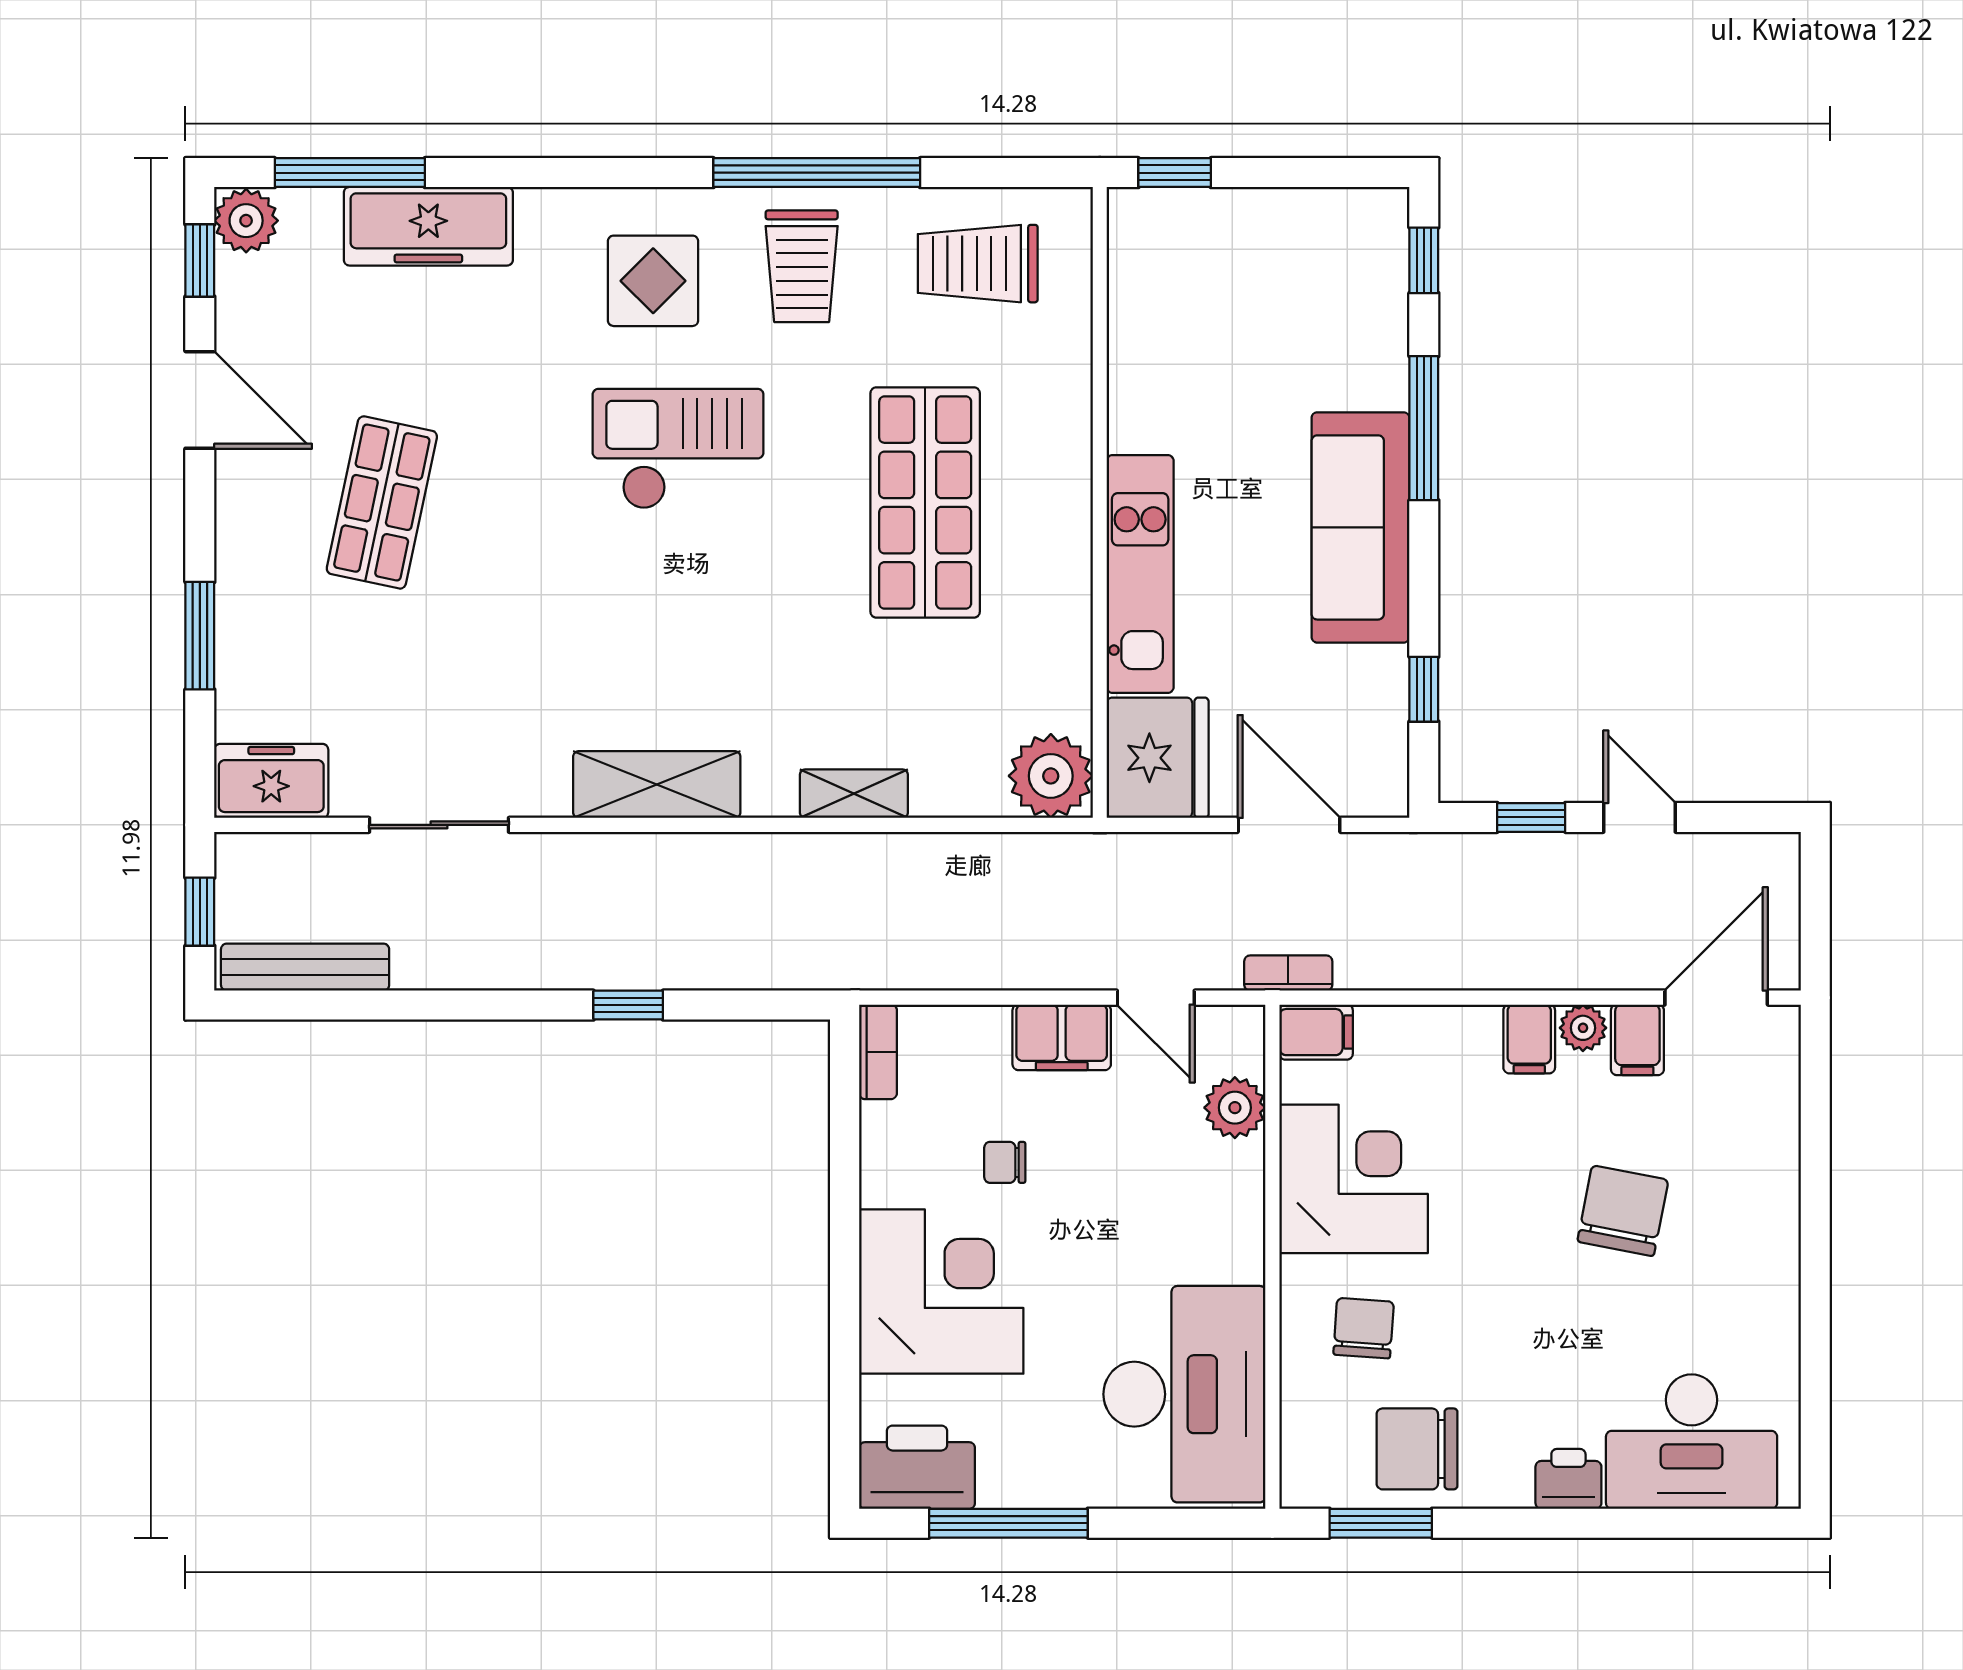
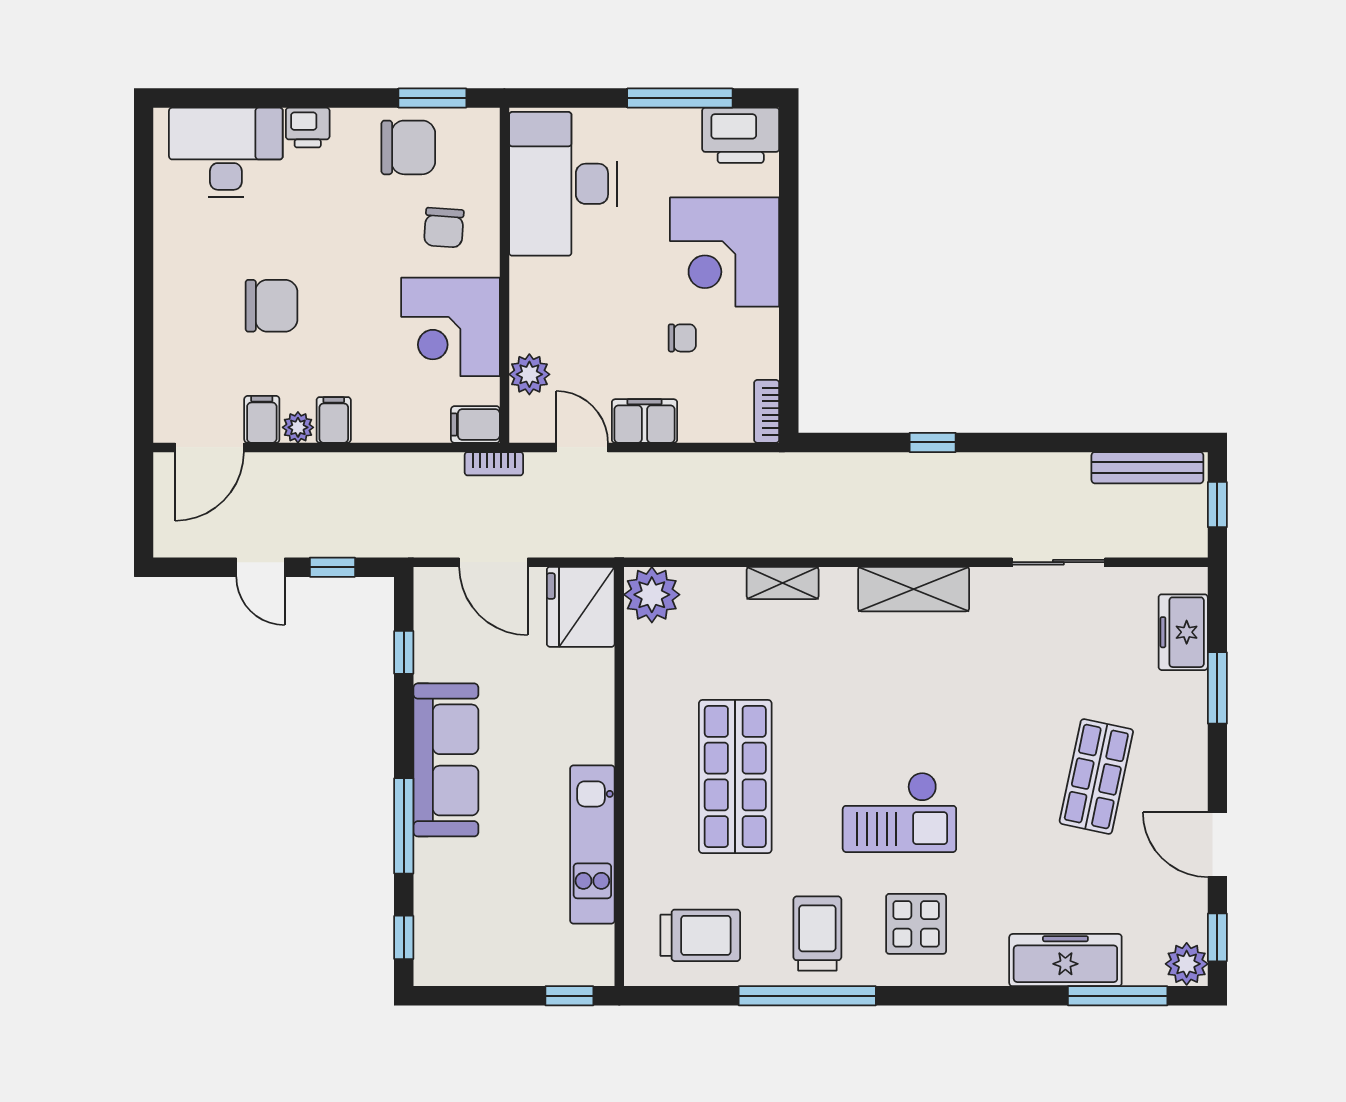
kitchen unit: (1140, 574) -> (592, 845), moved
freezer: (271, 781) -> (1183, 632), moved, turned 90
chair: (1623, 1211) -> (271, 306), turned -101

